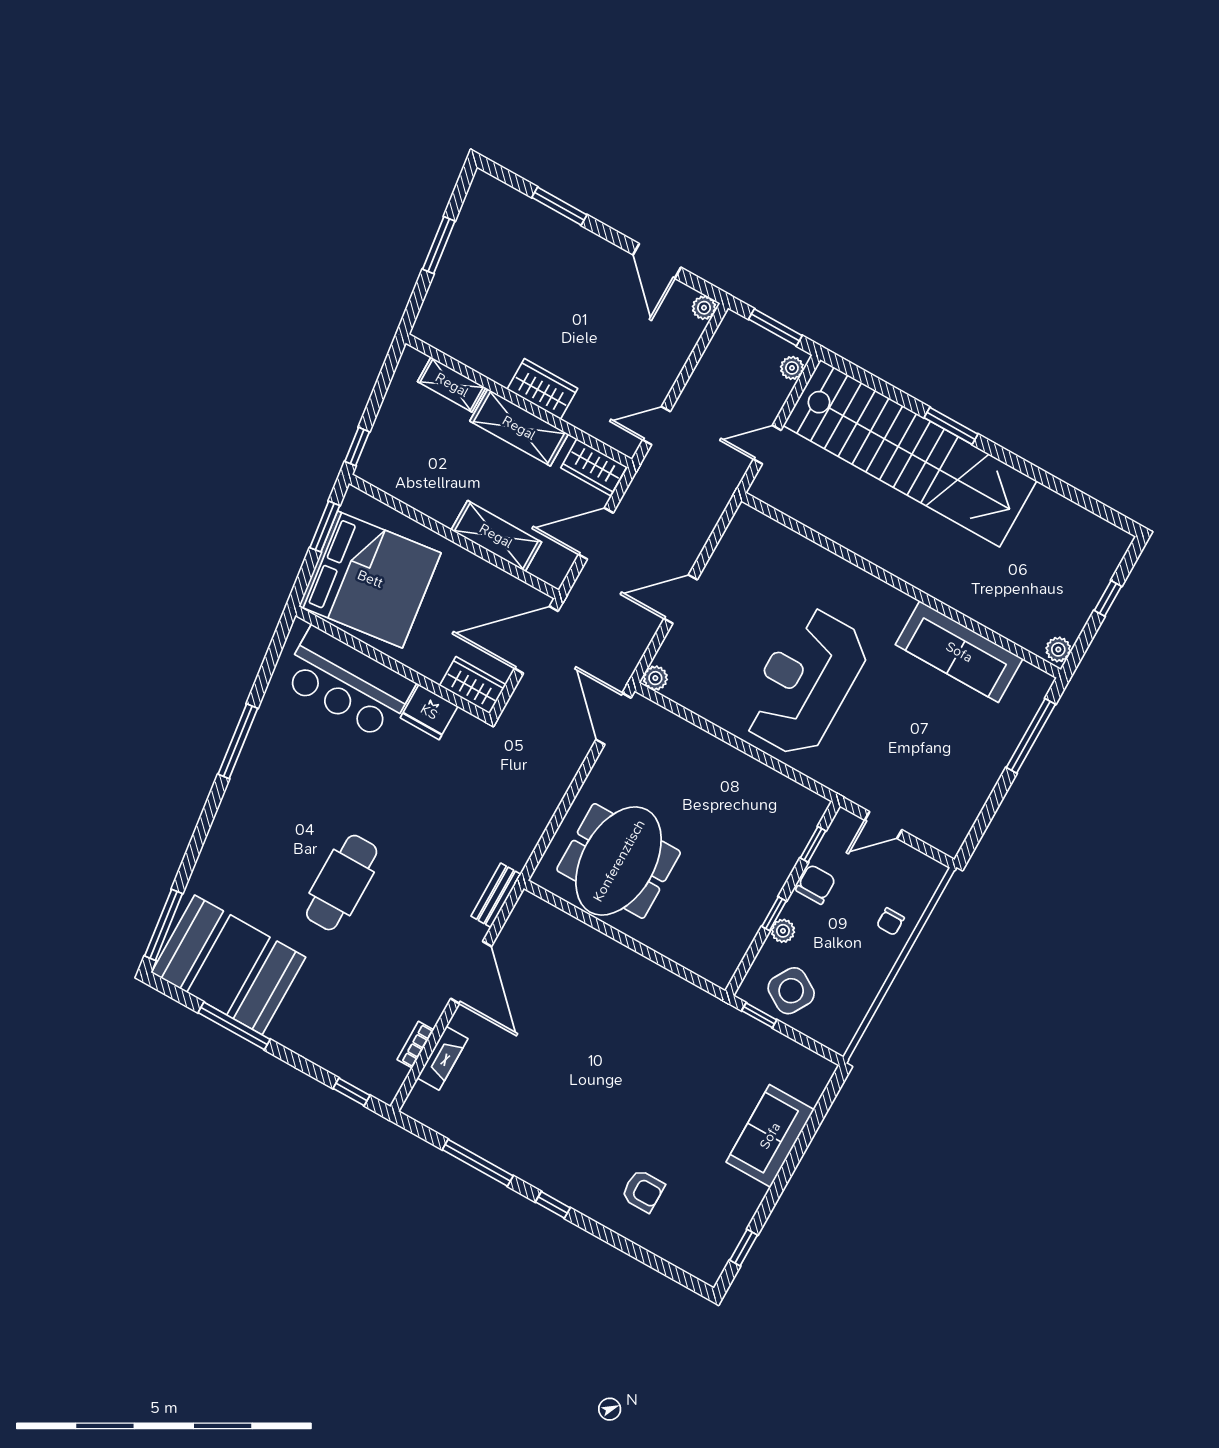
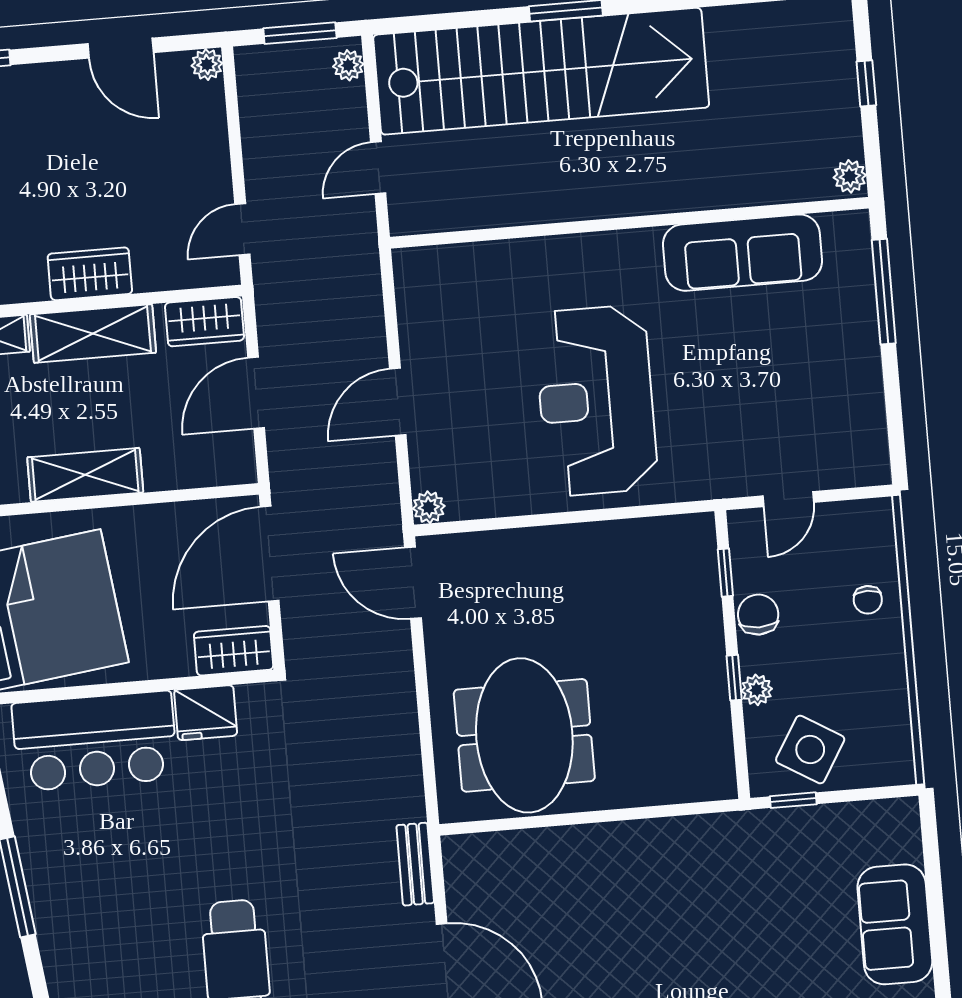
shelving: (496, 536) -> (85, 475), moved

